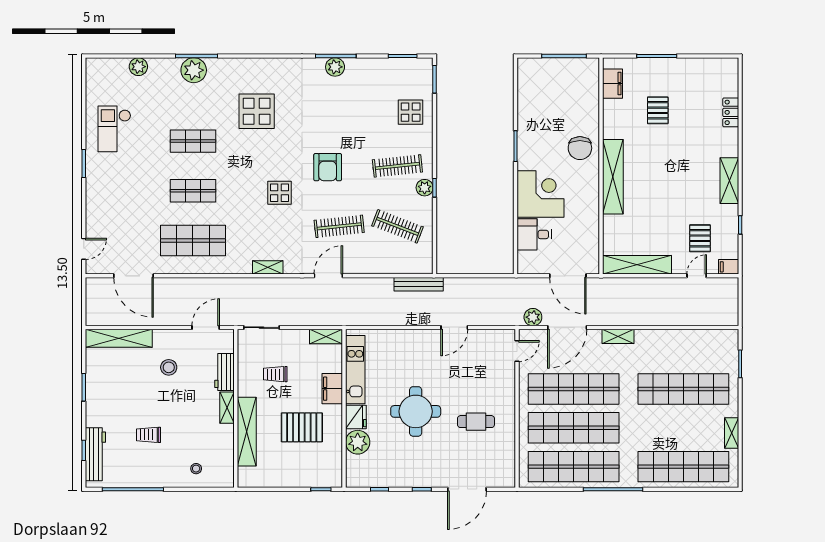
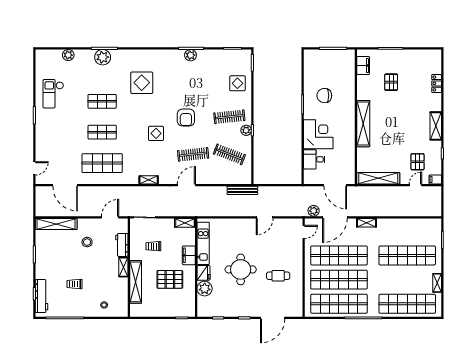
chair: (580, 148) -> (324, 96), moved, turned 90

